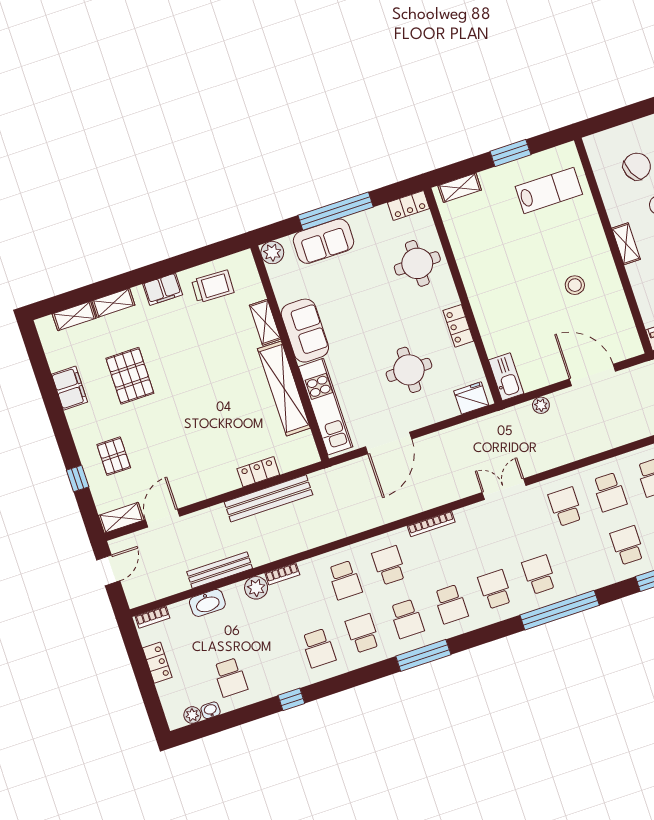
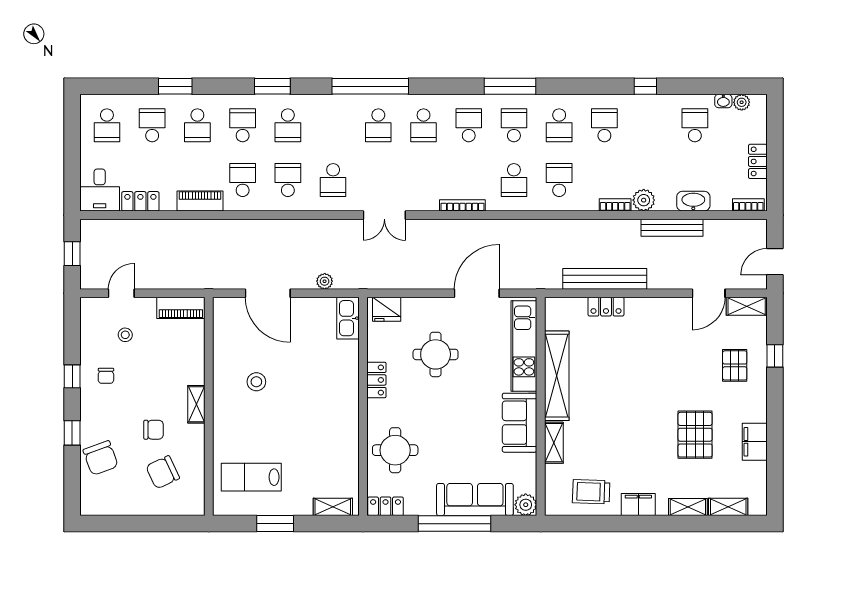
sofa: (324, 241) -> (475, 499), width x1.36

